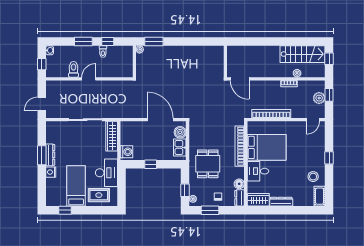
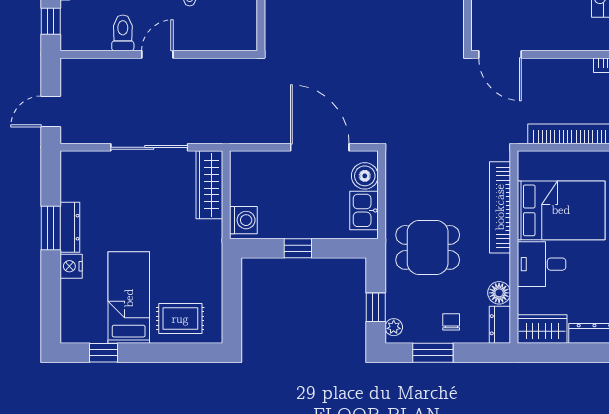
dining table: (208, 164) -> (428, 247), turned 90
desk: (106, 173) -> (198, 268), removed

